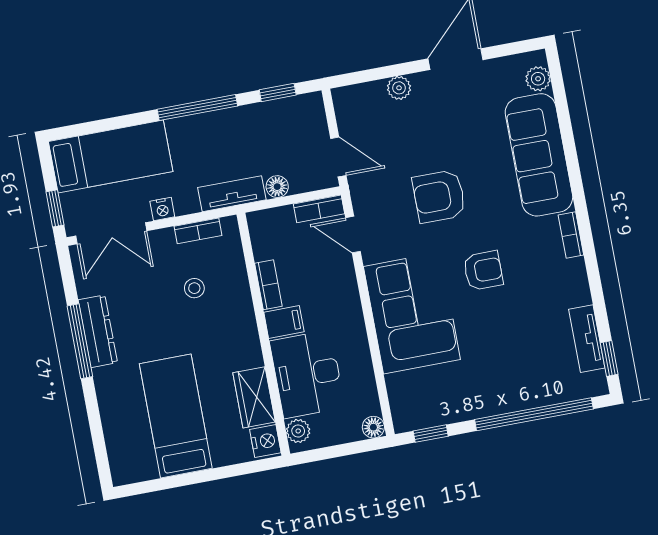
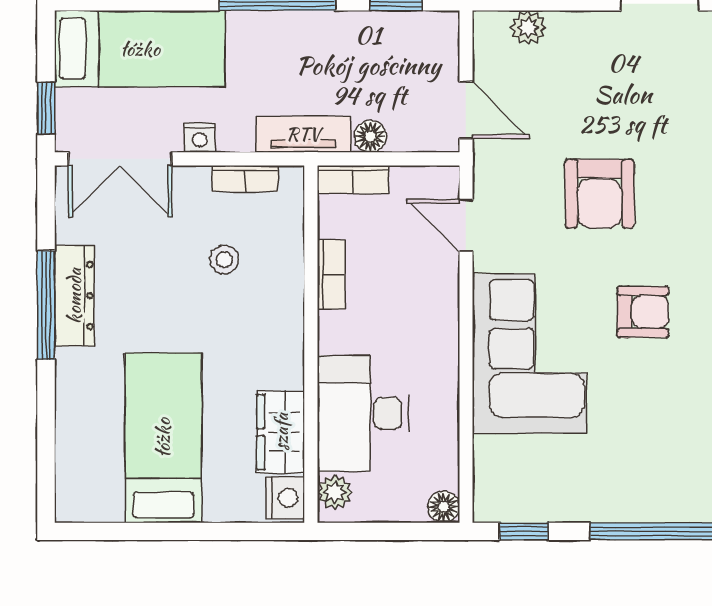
plant: (399, 88) -> (528, 28), moved
armchair: (439, 196) -> (600, 194), turned -90
bookcase: (319, 209) -> (353, 179), moved
filing cabinet: (284, 322) -> (344, 332), removed

